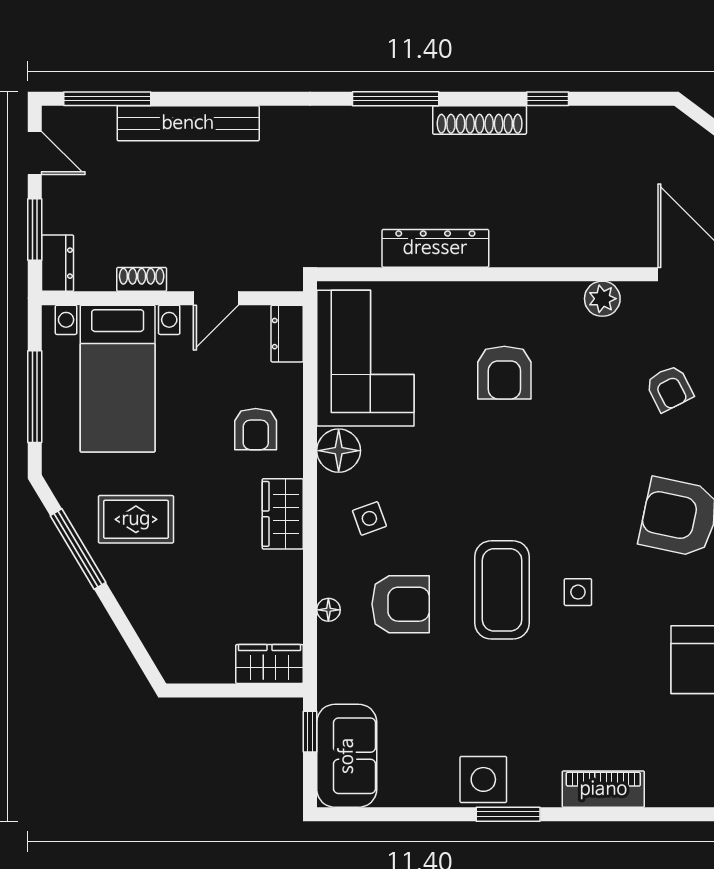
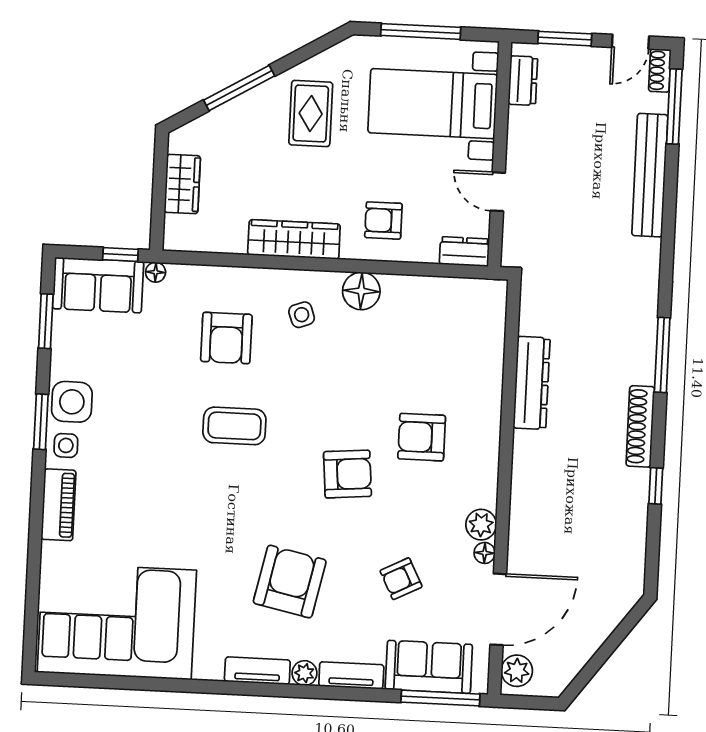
dresser: (58, 263) -> (523, 81), moved, turned -90
shoe rack: (142, 279) -> (660, 70), moved, turned 180
floor lamp: (635, 293) -> (485, 553), added
corner sofa: (365, 358) -> (440, 318), removed
armchair: (551, 456) -> (347, 474), added
wardrobe: (283, 514) -> (294, 239), width x1.50
window: (78, 549) -> (239, 88), moved
coffee table: (502, 590) -> (234, 426), width x0.73, depth x0.76
side table: (578, 592) -> (66, 445), moved
floor lamp: (328, 610) -> (156, 272), moved
wardrobe: (269, 664) -> (182, 184), moved
window: (391, 814) -> (46, 321), added

